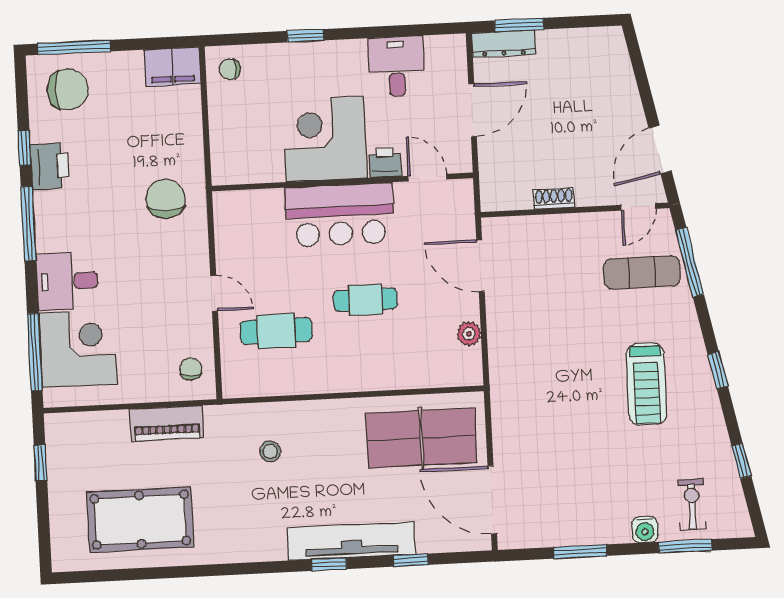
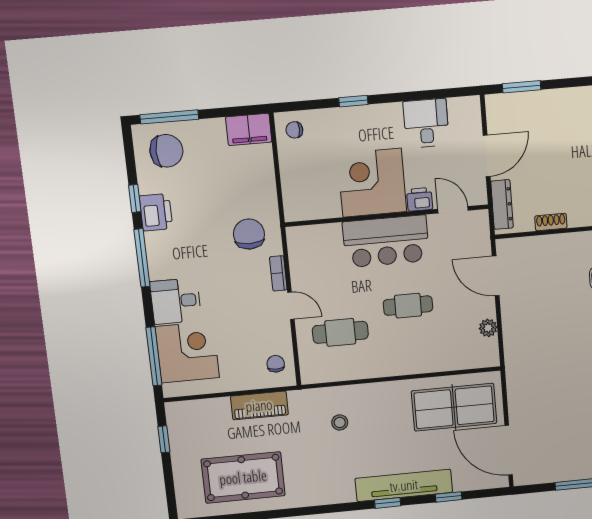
dresser: (503, 44) -> (502, 204), moved, turned -90
bookcase: (200, 251) -> (278, 273), added

